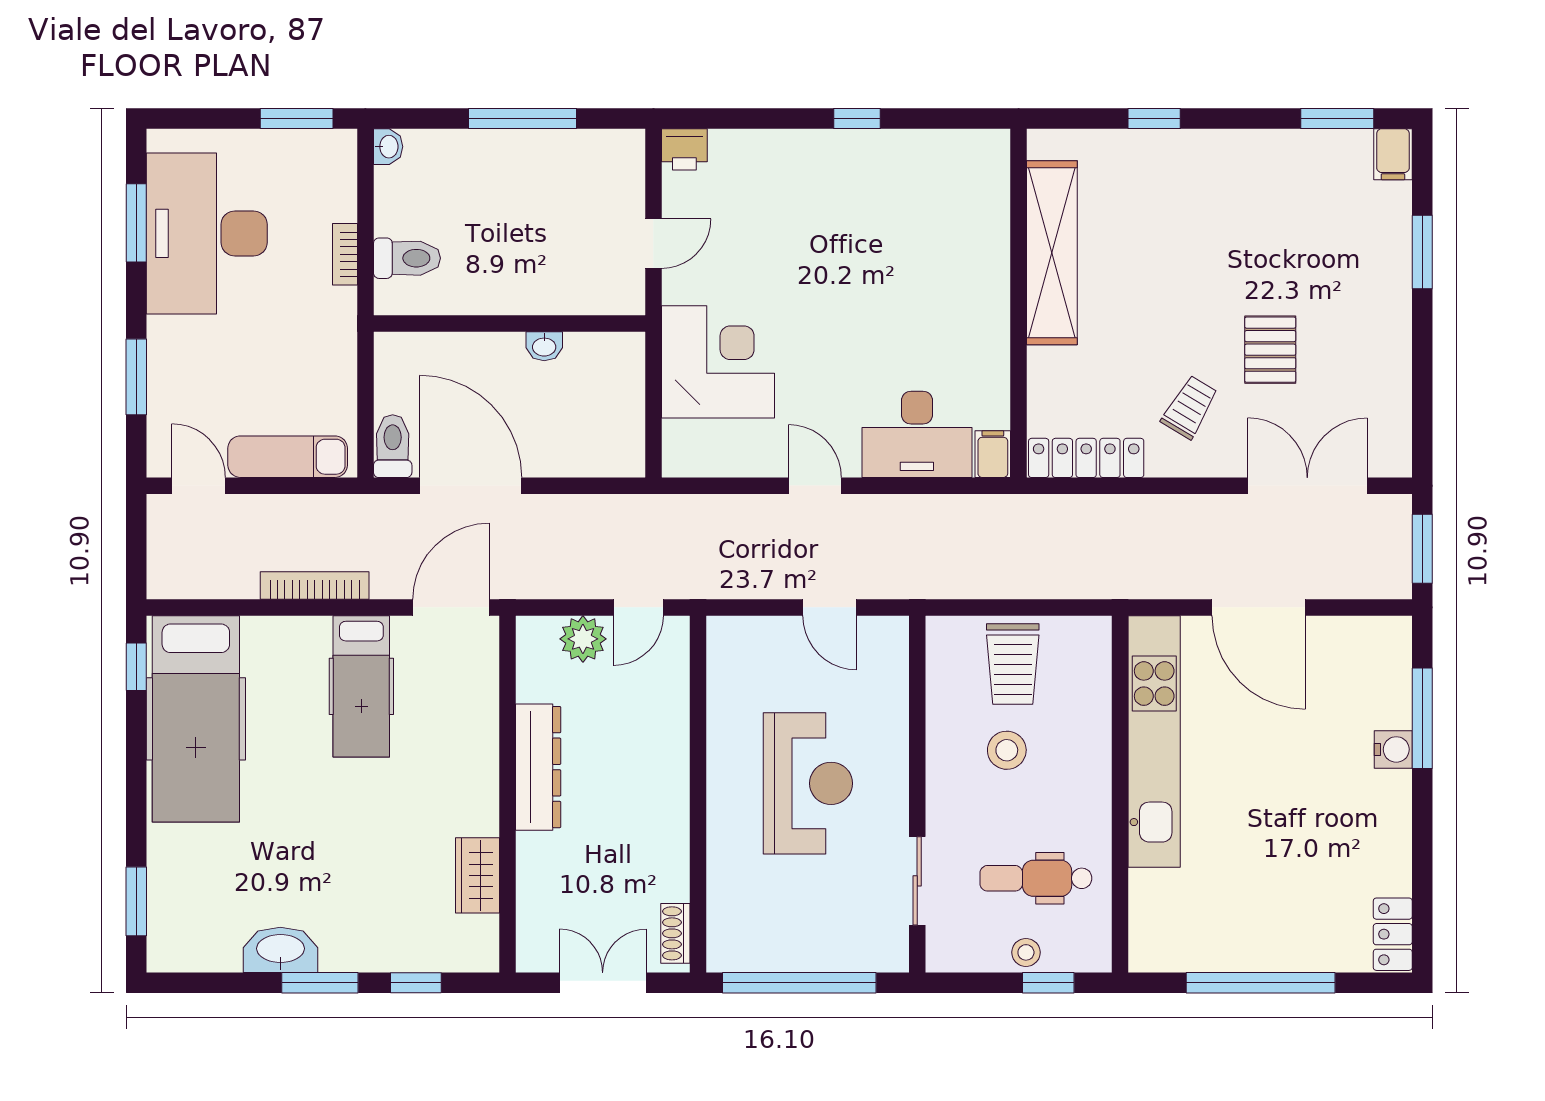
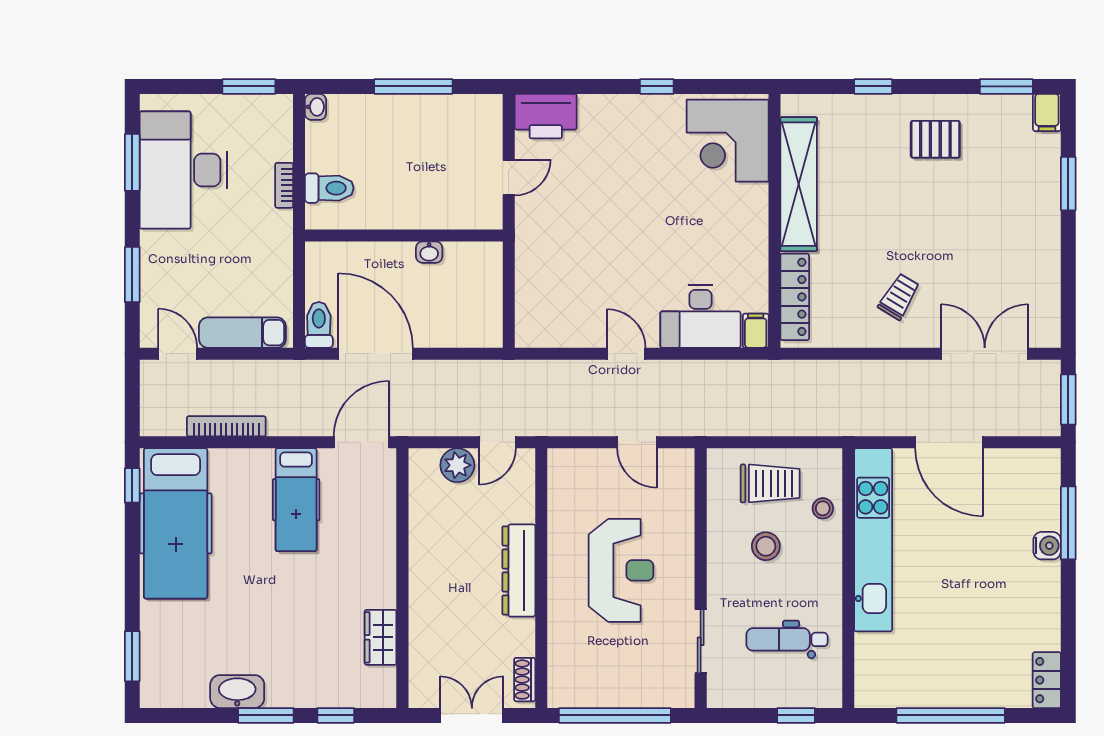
printer: (684, 149) -> (546, 116), width x1.87, depth x1.48
pallet: (1270, 350) -> (935, 139), moved, turned 90
corner desk: (718, 362) -> (728, 141), moved, turned 180
locker: (1086, 458) -> (795, 297), moved, turned 90
bookcase: (315, 585) -> (226, 426), moved
trolley: (1013, 664) -> (770, 483), turned -90
dresser: (538, 767) -> (519, 570), moved, turned 180
stool: (1026, 952) -> (823, 508), moved

